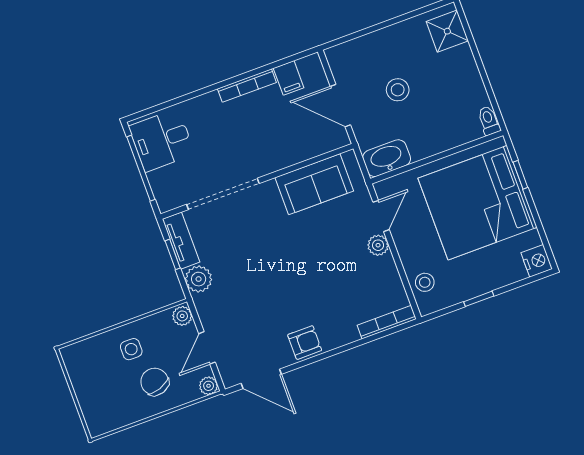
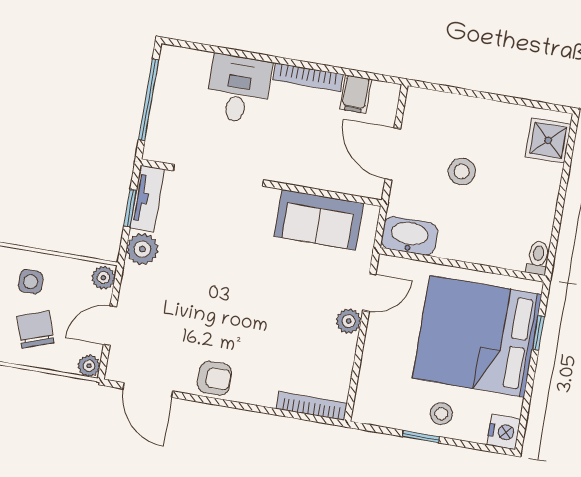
desk: (162, 140) -> (238, 89), moved, turned 90
stool: (425, 282) -> (441, 414), moved

